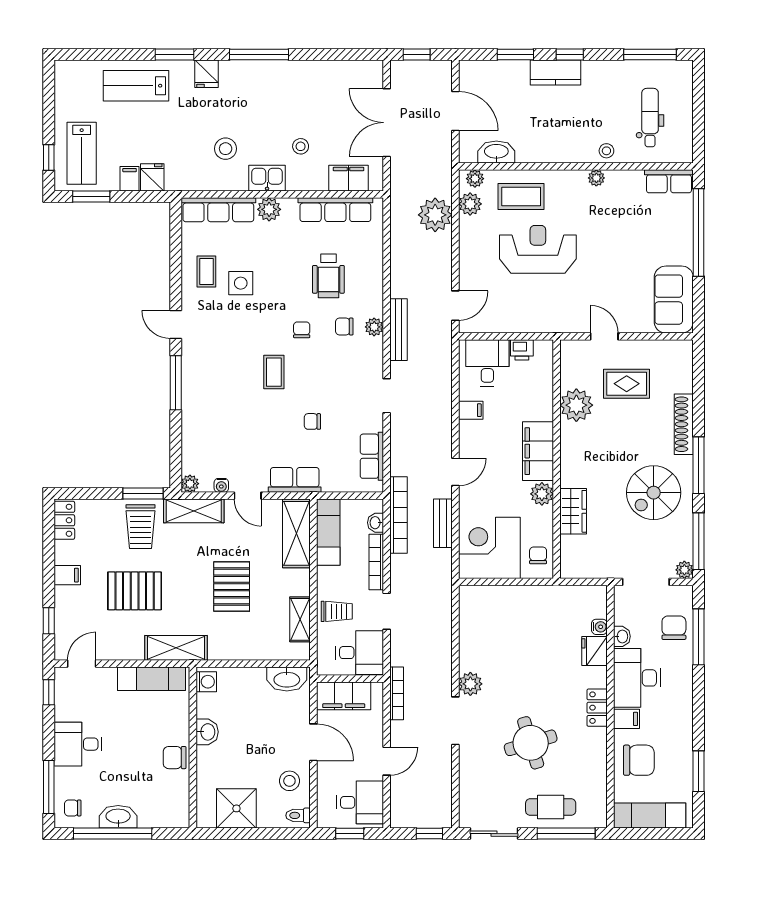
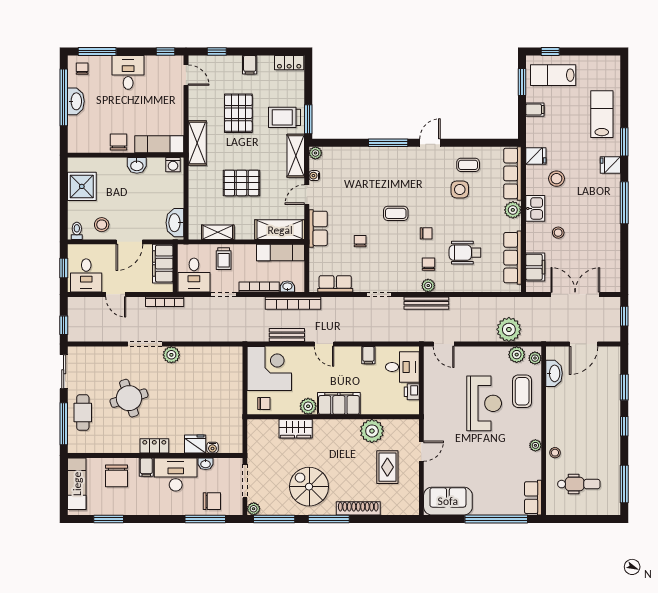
kitchen counter: (555, 73) -> (611, 416), removed
fridge: (152, 177) -> (536, 156), moved
exam couch: (151, 679) -> (159, 144), moved, turned 90

